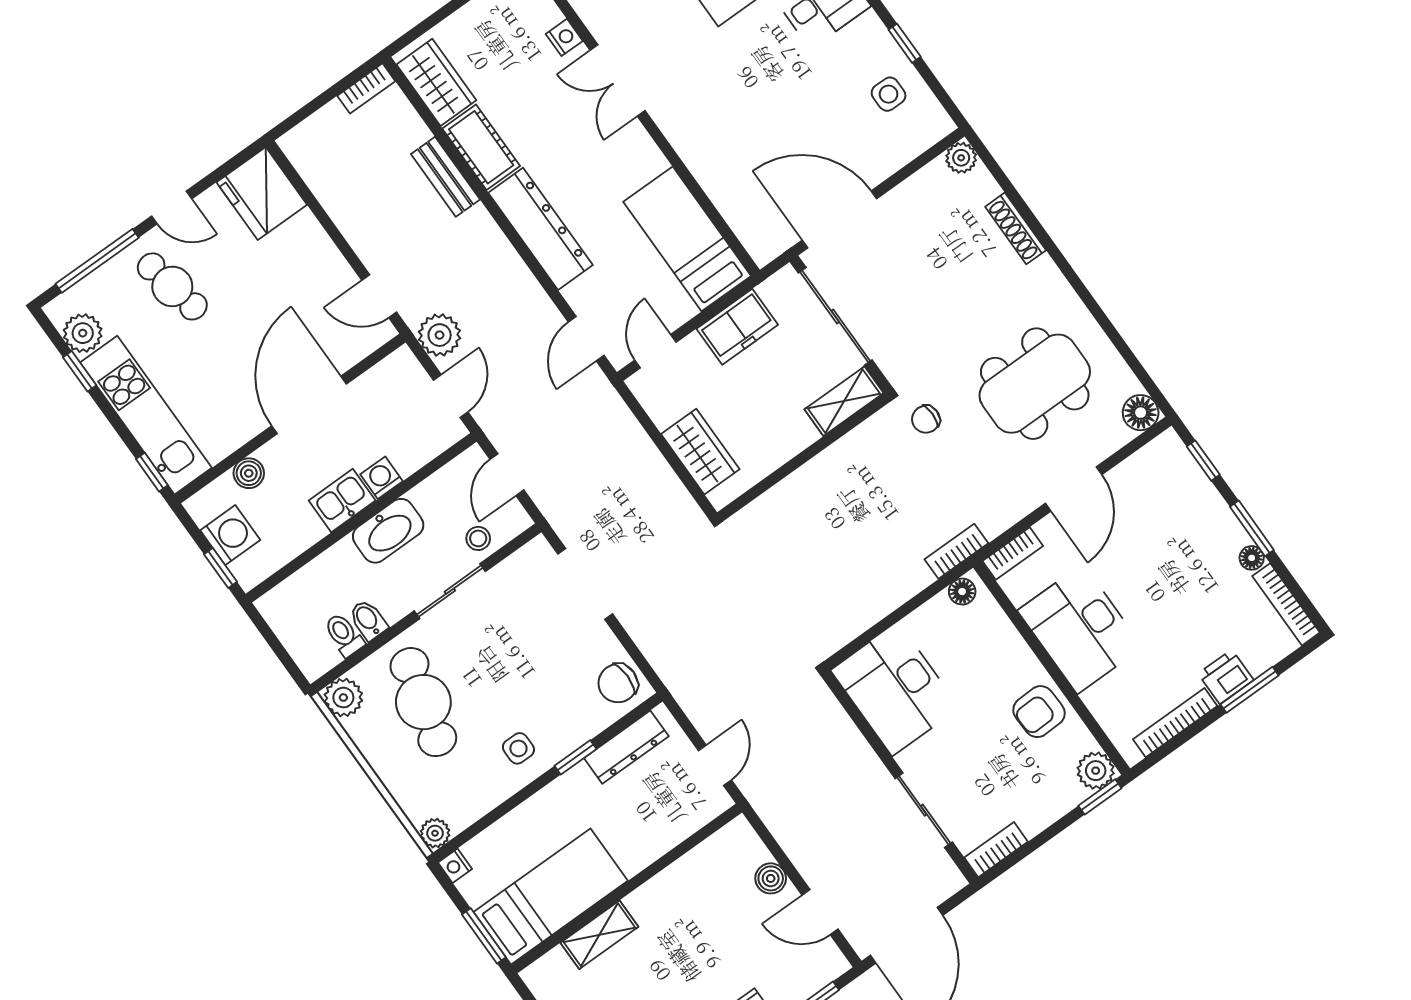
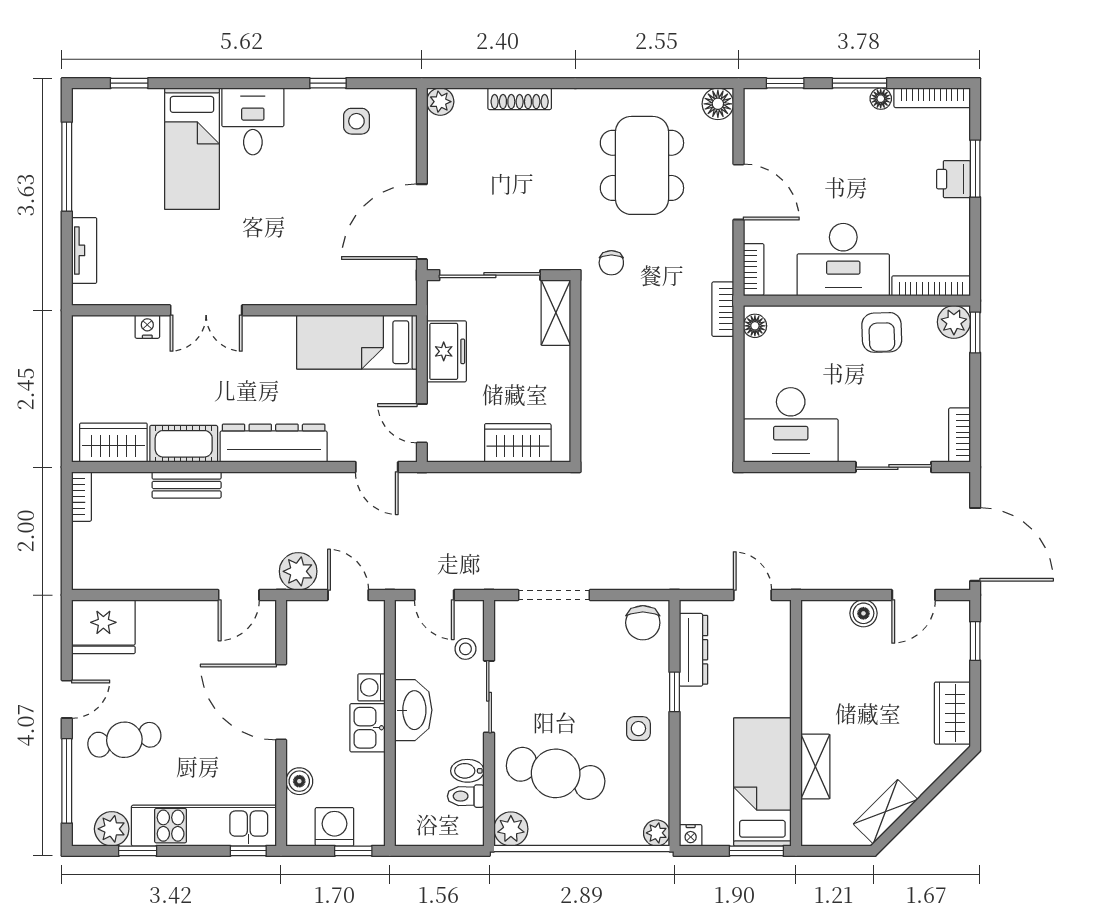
bookcase: (1175, 723) -> (931, 286), moved, turned 90

